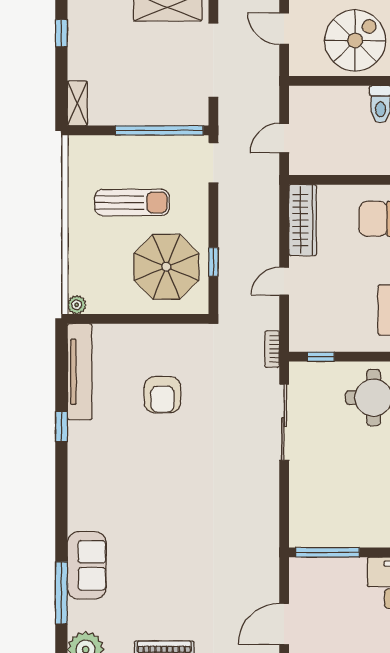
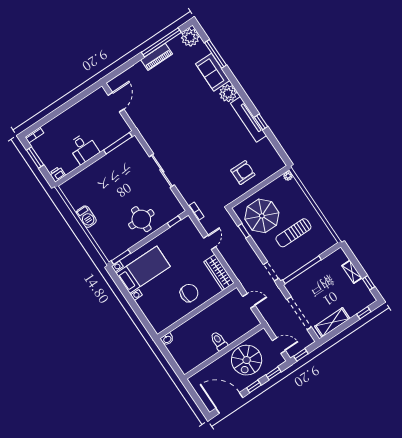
shelving: (77, 103) -> (352, 272), moved
door: (284, 138) -> (249, 301), hinge flipped
tv unit: (80, 372) -> (249, 119), moved
armchair: (162, 395) -> (243, 173), moved, turned 90
sliding door: (284, 422) -> (162, 171), moved
plant: (85, 512) -> (228, 93), added

